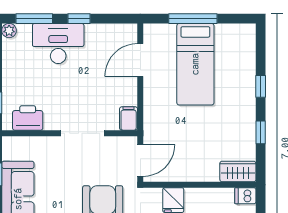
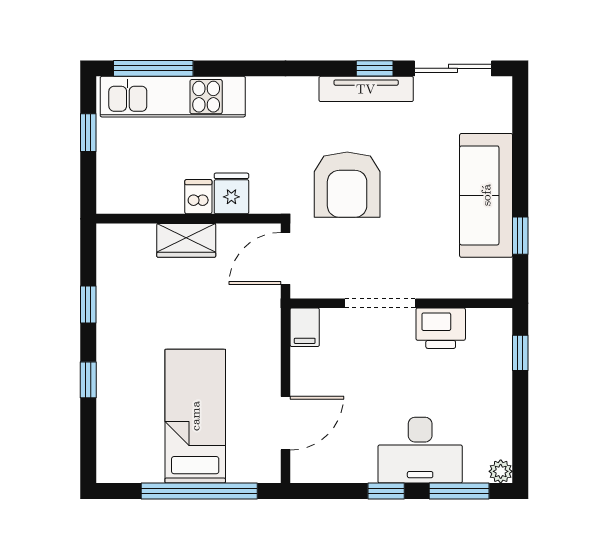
window: (193, 19) -> (199, 491), width x1.46
printer: (28, 118) -> (441, 328), moved
wardrobe: (238, 171) -> (186, 240), moved
dishwasher: (245, 196) -> (198, 197), moved, turned -90

